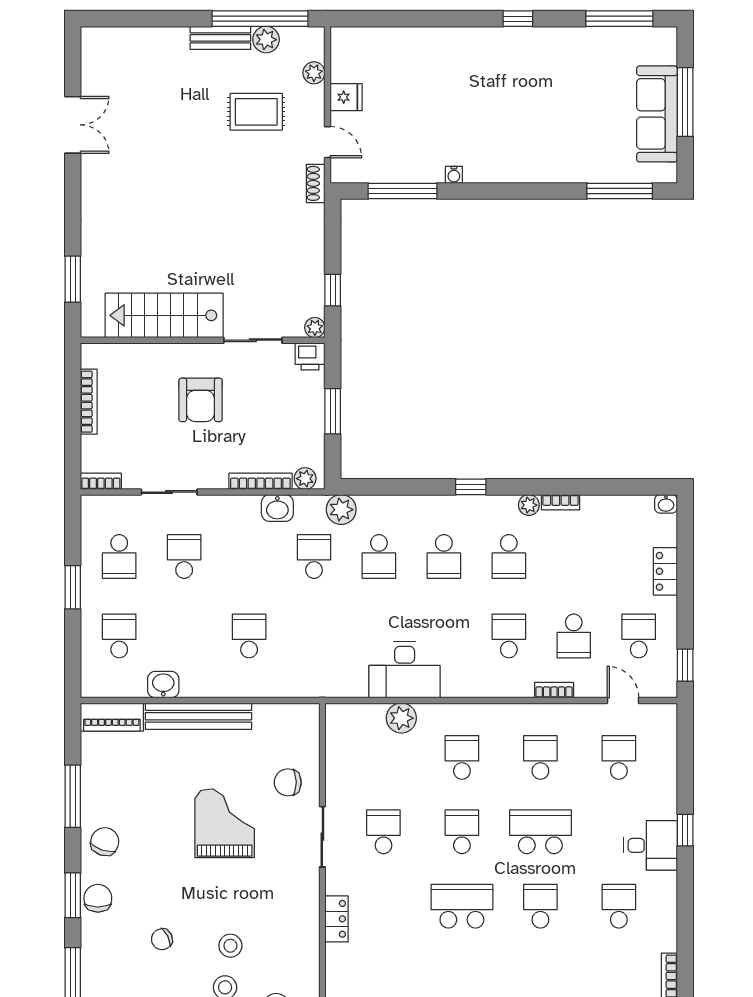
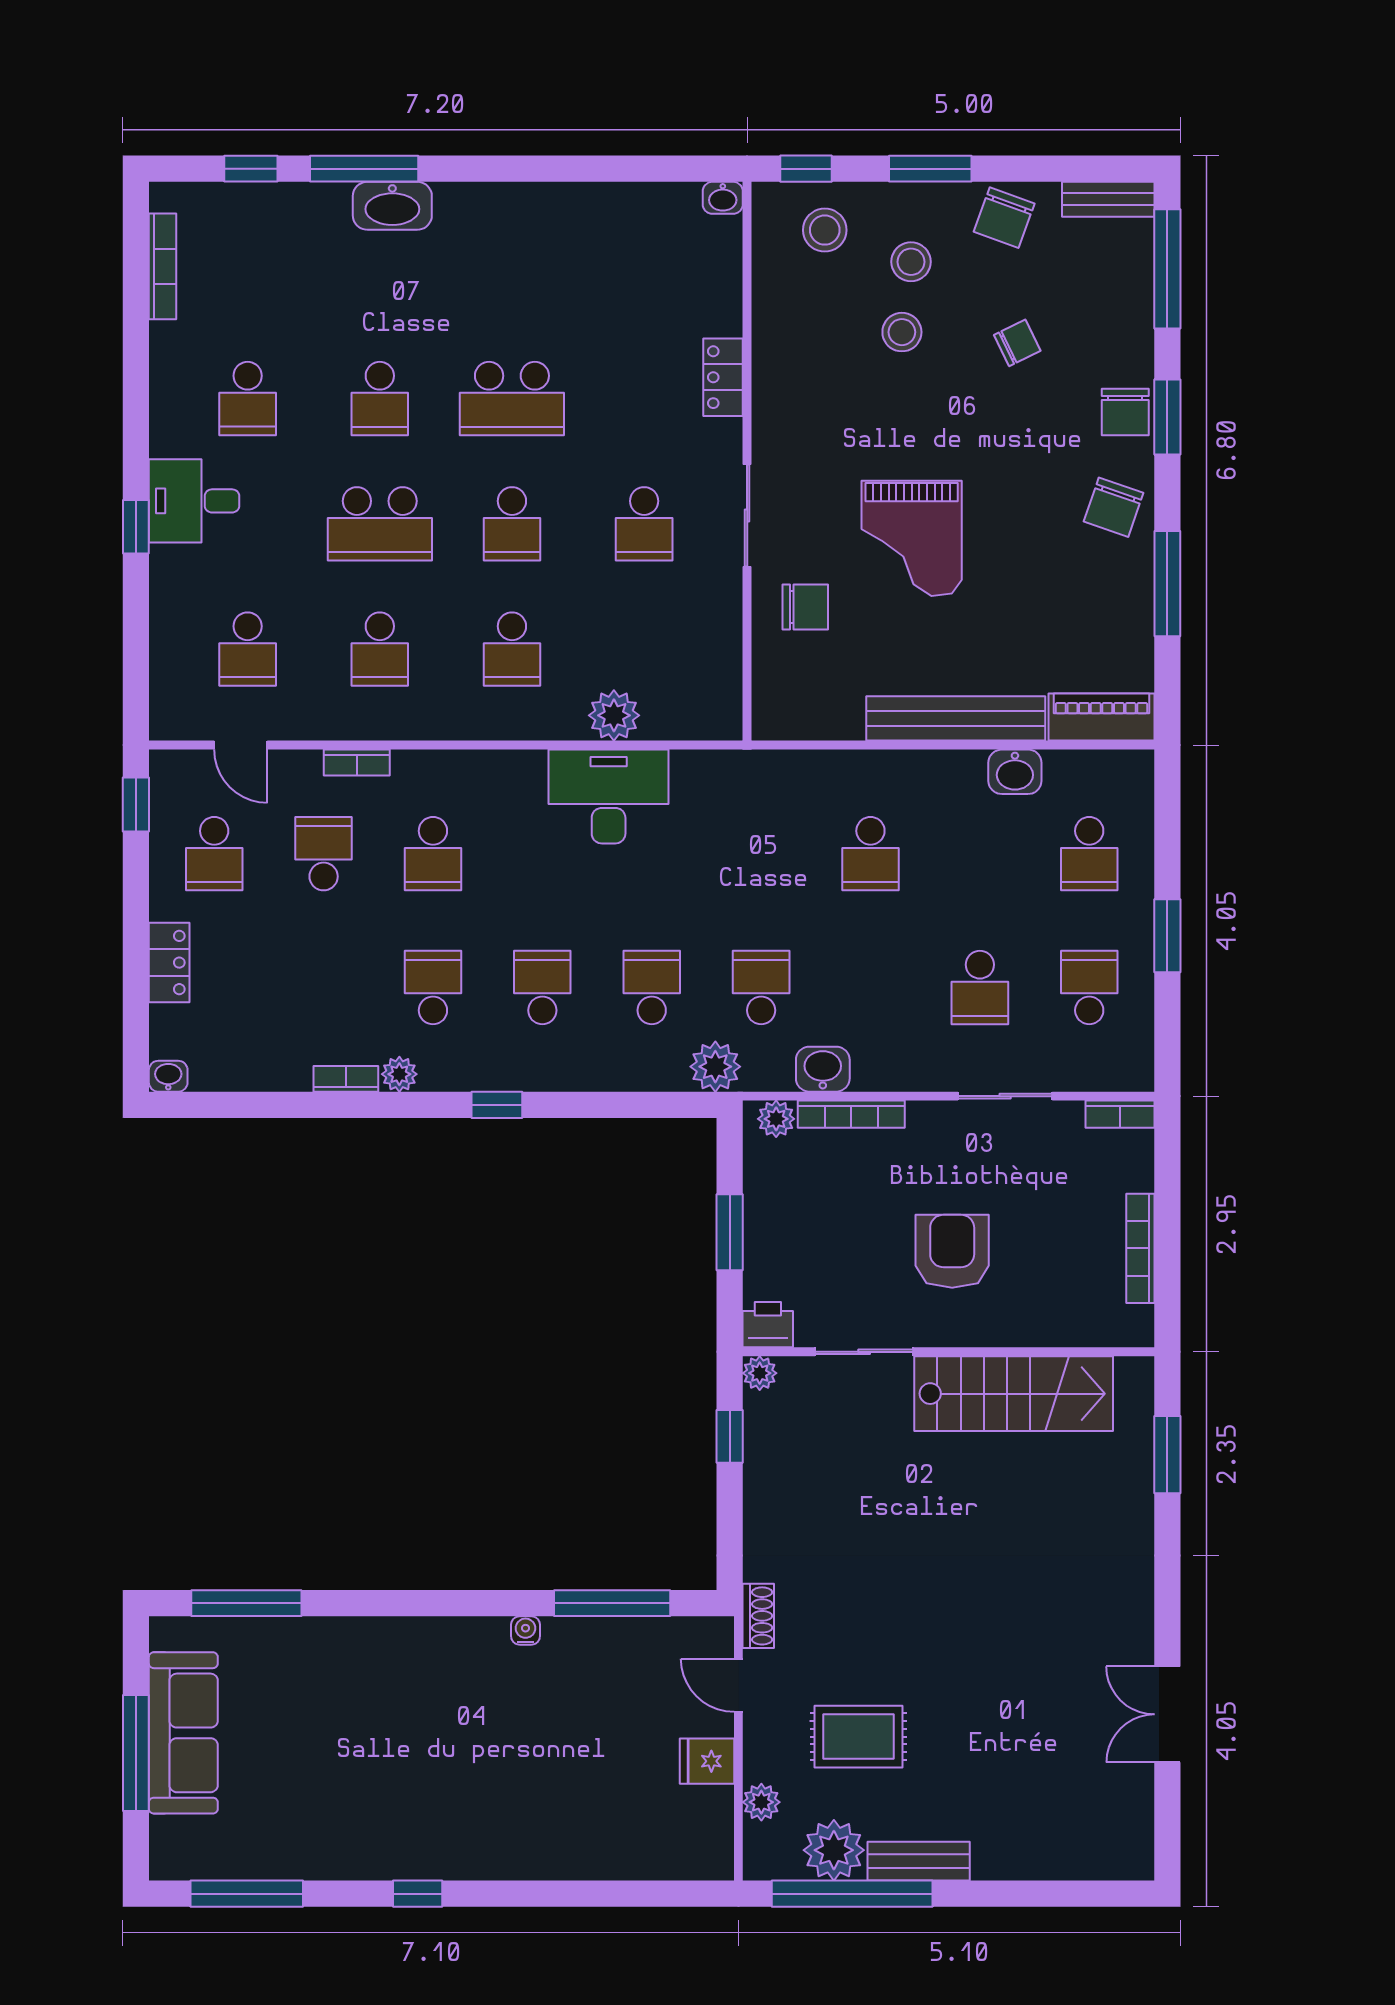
plant: (266, 40) -> (834, 1850), width x1.36, depth x1.36
school desk: (314, 556) -> (761, 988), turned 180

